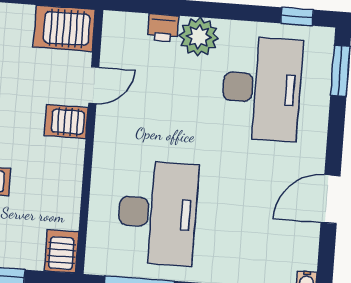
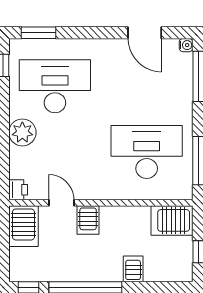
printer: (163, 28) -> (18, 190), moved
door: (331, 199) -> (145, 33), moved
server rack: (61, 251) -> (172, 220), width x1.36, depth x1.44

